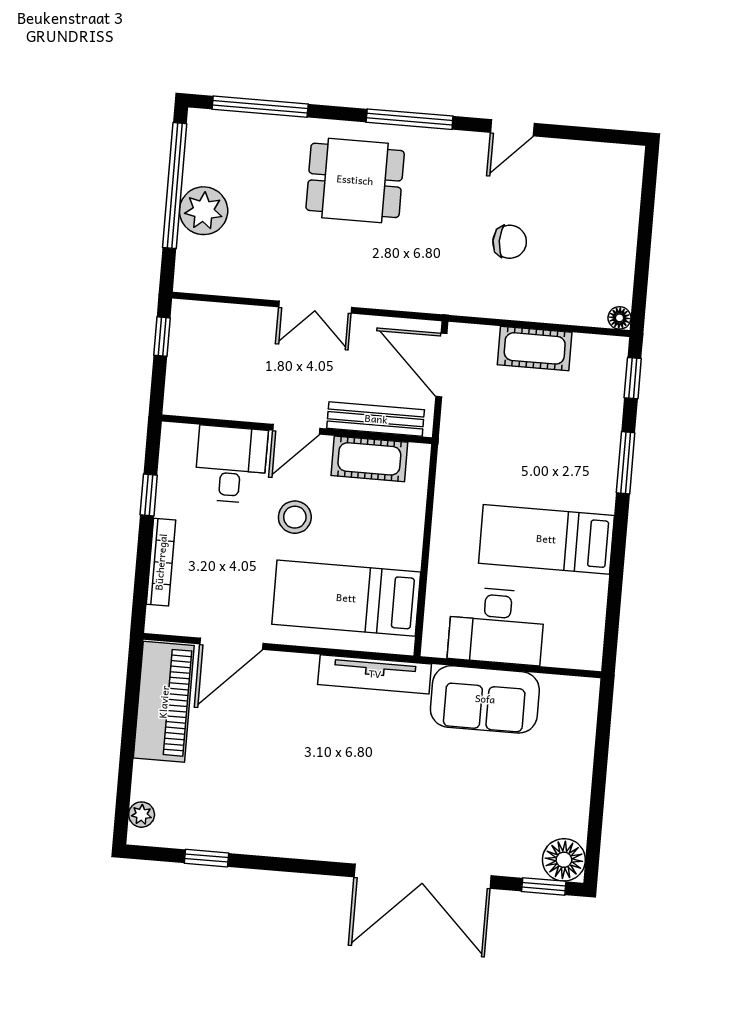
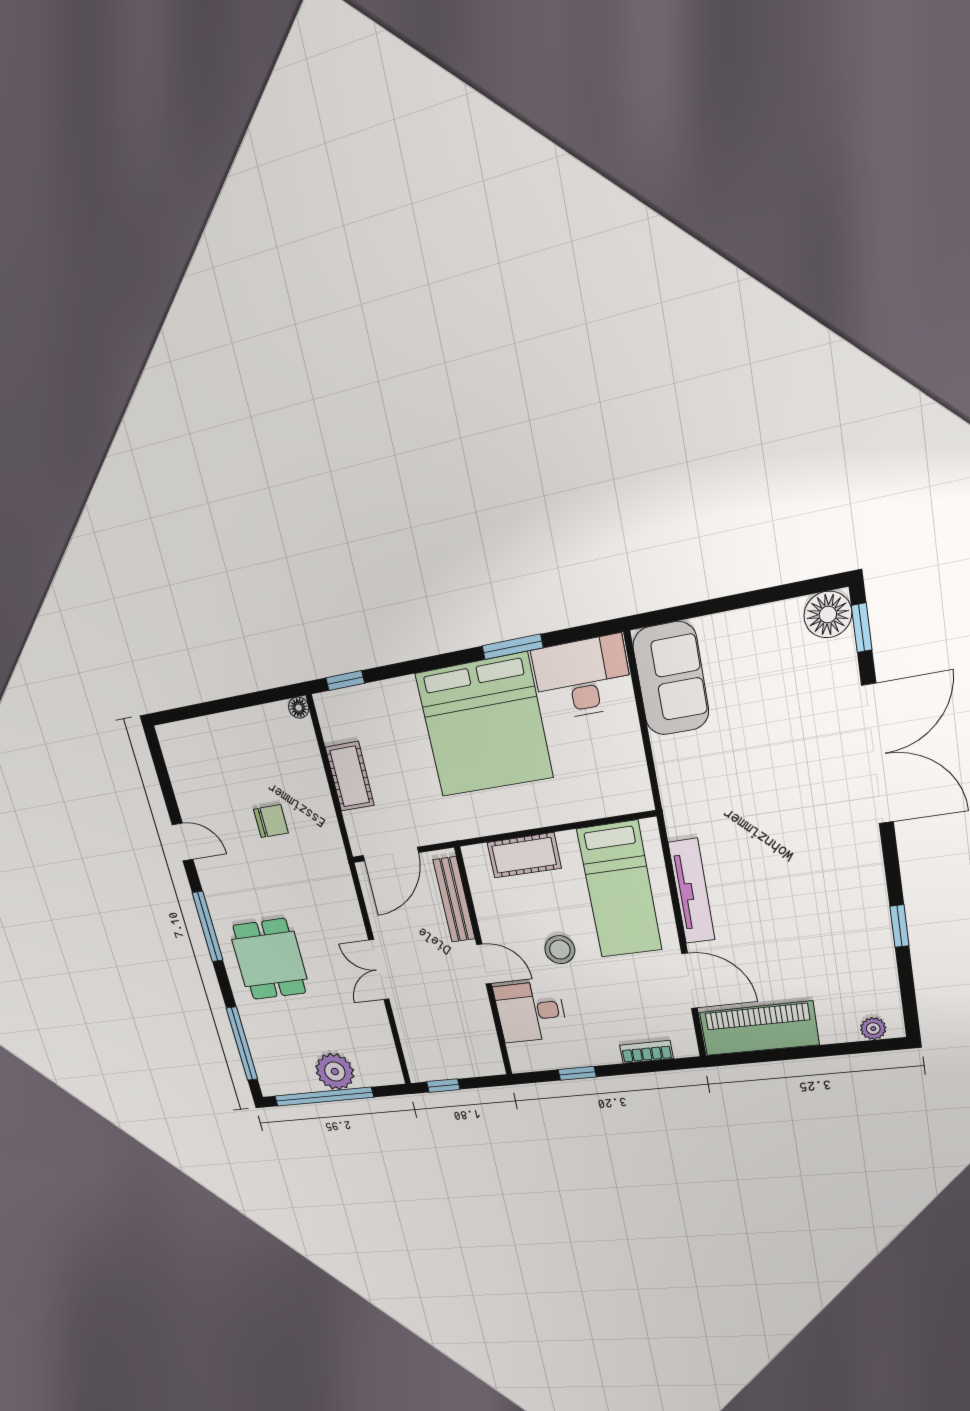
chair: (510, 242) -> (271, 821), turned 90
double door: (315, 307) -> (379, 970), swing flipped
cot: (369, 459) -> (524, 855), moved, turned 90
window: (626, 463) -> (513, 647), moved
bed: (546, 539) -> (484, 726), width x2.04
bookcase: (161, 562) -> (646, 1052), width x0.64
desk: (496, 626) -> (582, 678), moved, turned -90
tv unit: (375, 674) -> (692, 891), moved
sofa: (485, 699) -> (671, 679), moved
window: (207, 858) -> (899, 926), moved

